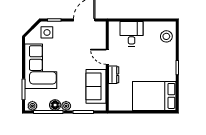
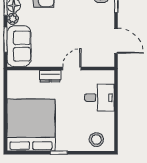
sofa: (96, 86) -> (19, 46), moved, turned 90
bed: (154, 96) -> (31, 125), width x1.36

